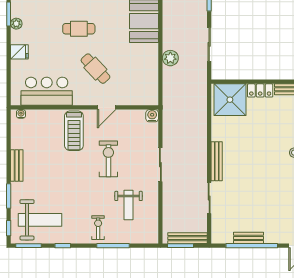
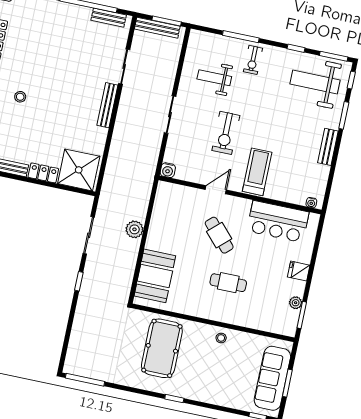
weight bench: (129, 205) -> (214, 78), turned -90
bench: (248, 238) -> (109, 18), moved

